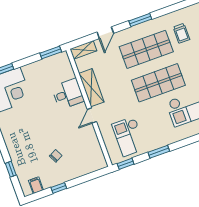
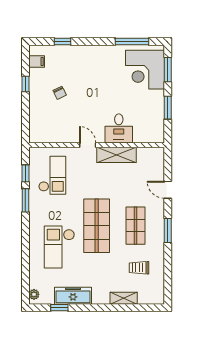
shop shelf: (146, 49) -> (135, 226), width x0.70, depth x0.74
shelving: (83, 50) -> (158, 161), removed
window: (51, 52) -> (168, 108), moved
checkout: (129, 136) -> (52, 175), turned 90
window: (126, 164) -> (25, 173), moved

